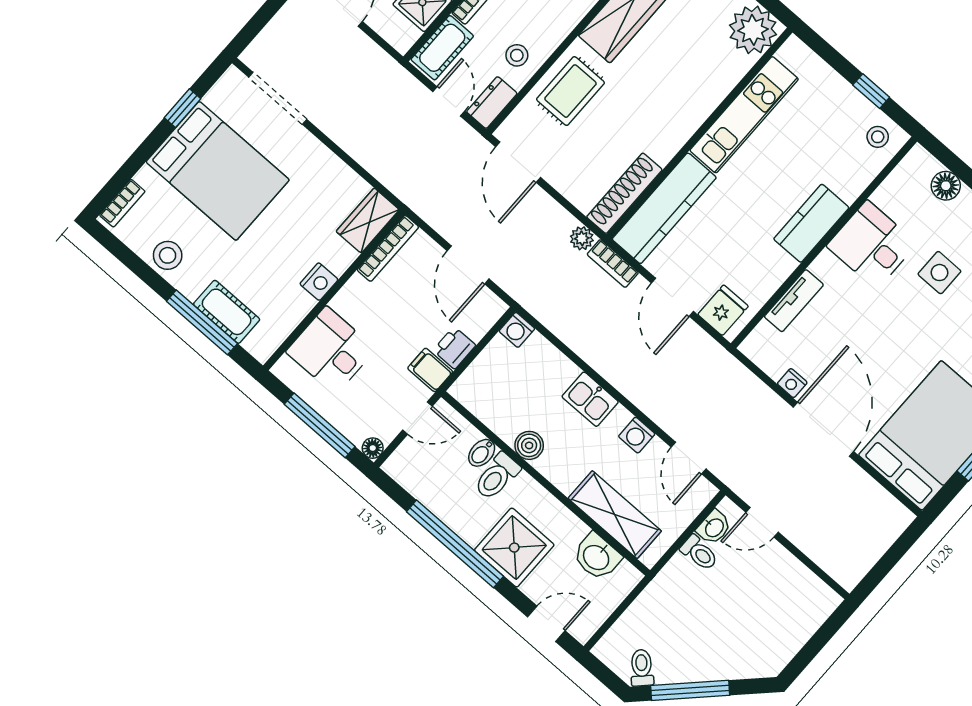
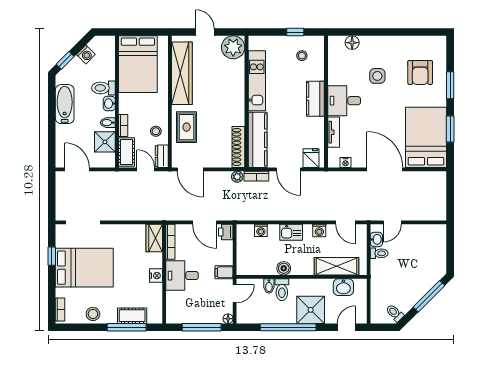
stool: (878, 137) -> (302, 56), moved
desk: (872, 245) -> (344, 101), moved
washing machine: (517, 330) -> (261, 230), moved
printer: (454, 348) -> (226, 232), moved
desk: (331, 350) -> (182, 276), moved
nightstand: (792, 383) -> (345, 163), moved
window: (690, 690) -> (429, 296), moved

